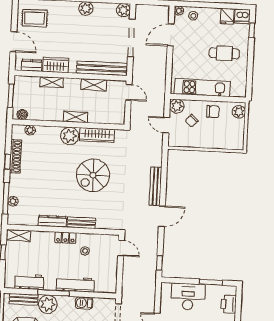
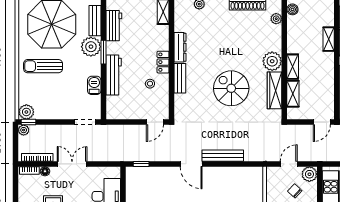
shelving: (94, 85) -> (293, 94), moved
window: (53, 293) -> (103, 52), width x0.69

